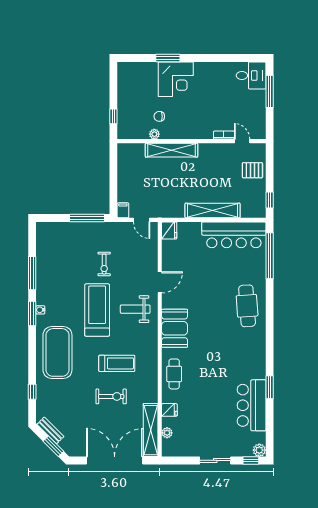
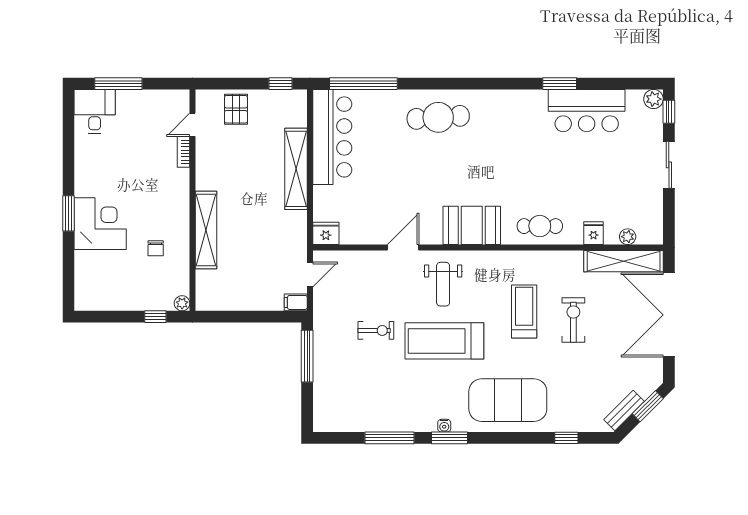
window: (168, 58) -> (68, 213), moved
plant: (154, 134) -> (182, 303), moved
door: (160, 282) -> (403, 247), hinge flipped

